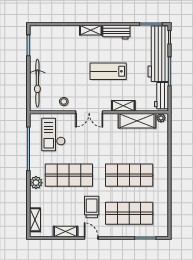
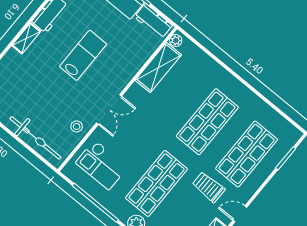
lab bench: (108, 71) -> (83, 55), turned 180
shelving: (123, 106) -> (131, 69), removed

